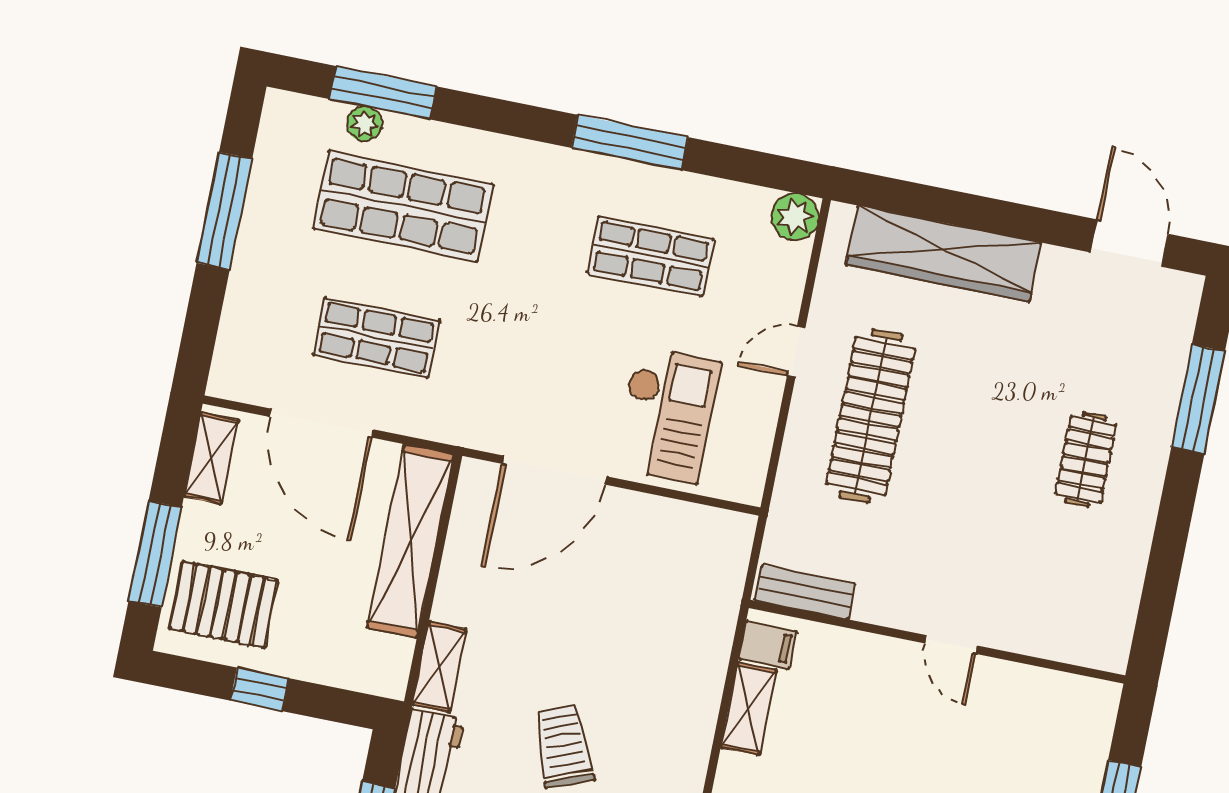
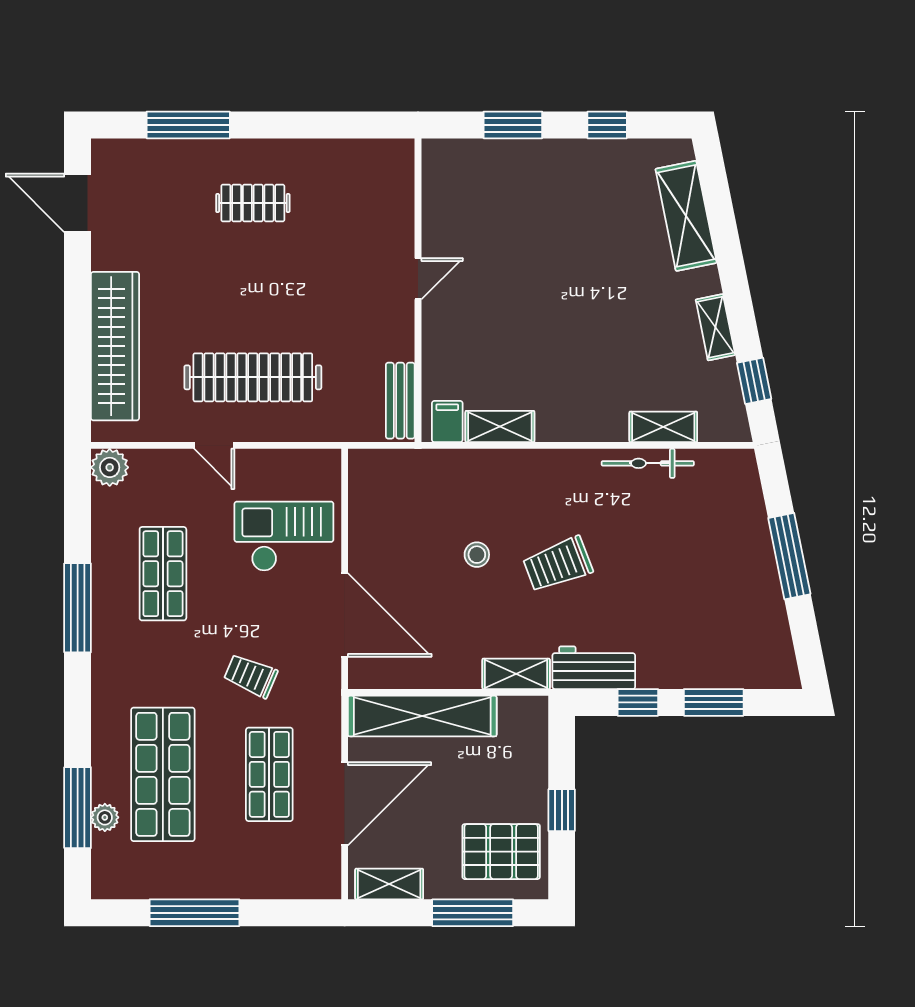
door: (1130, 243) -> (78, 203), hinge flipped
trolley: (503, 339) -> (251, 676), added
pallet: (224, 604) -> (501, 852), turned 90
stool: (596, 648) -> (477, 555), added

